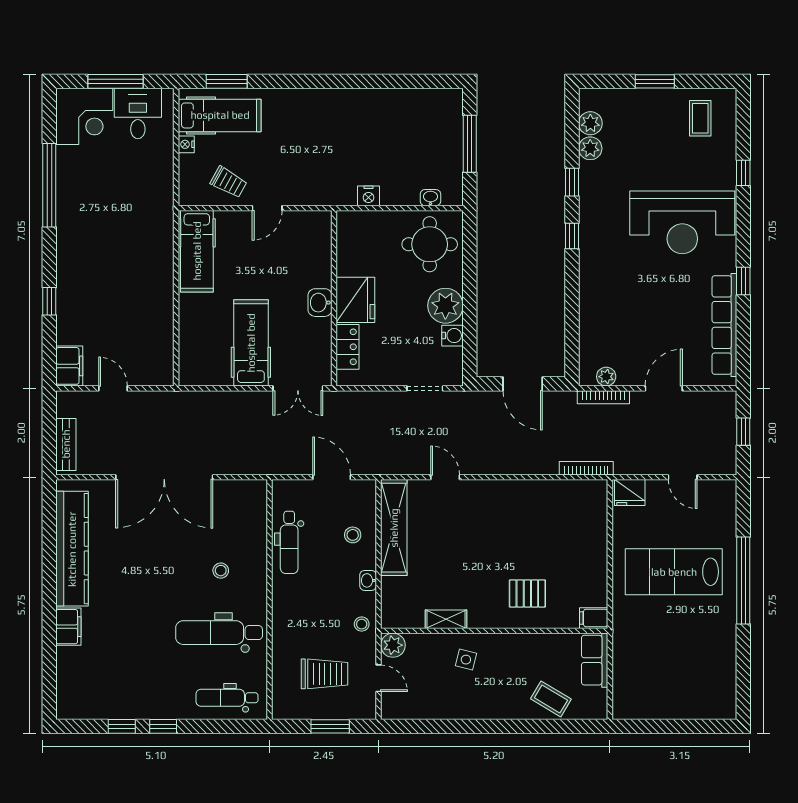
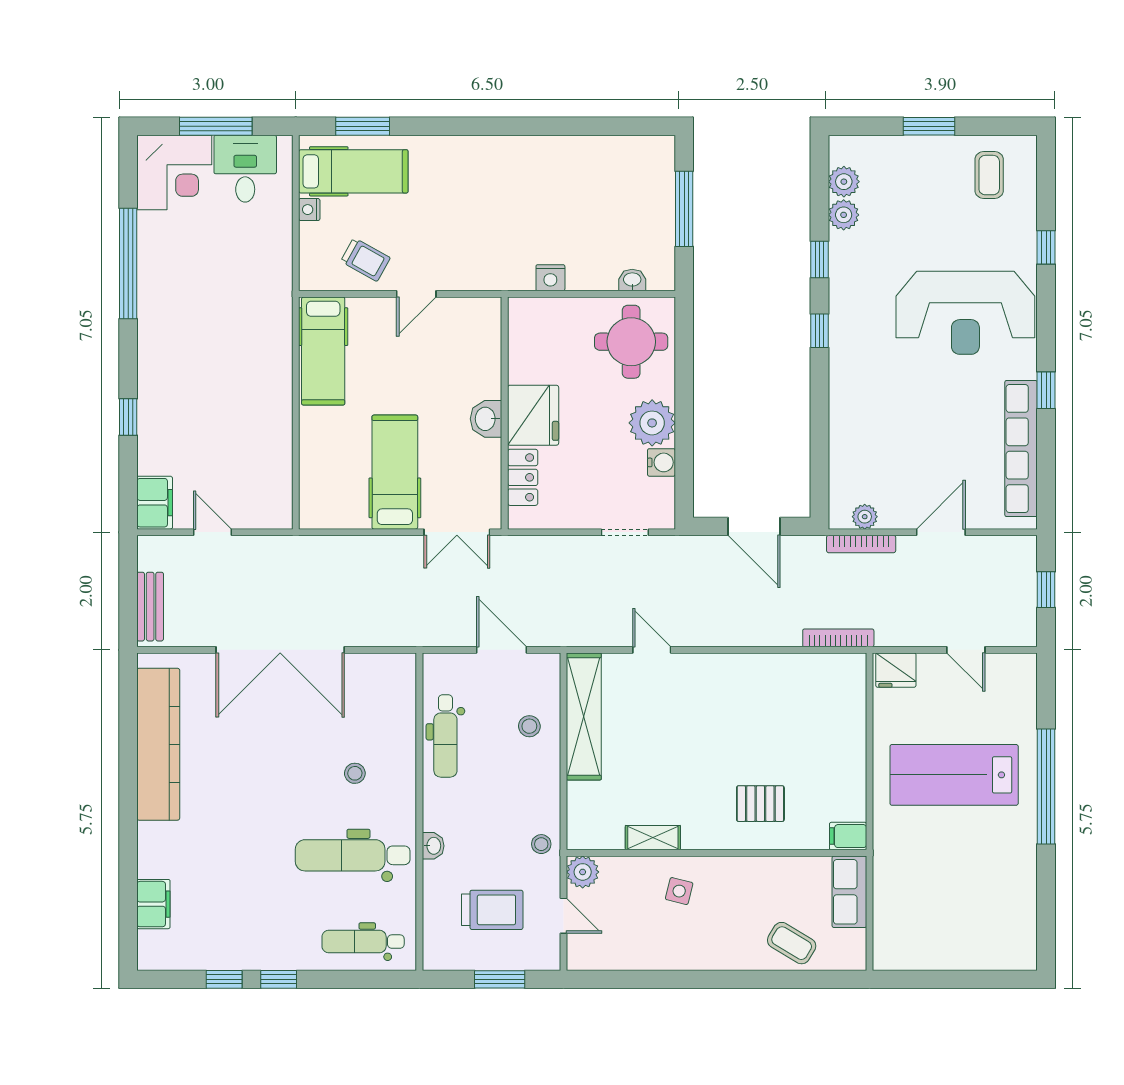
washbasin: (368, 580) -> (433, 846), moved, turned 180
filing cabinet: (68, 627) -> (153, 904), moved

